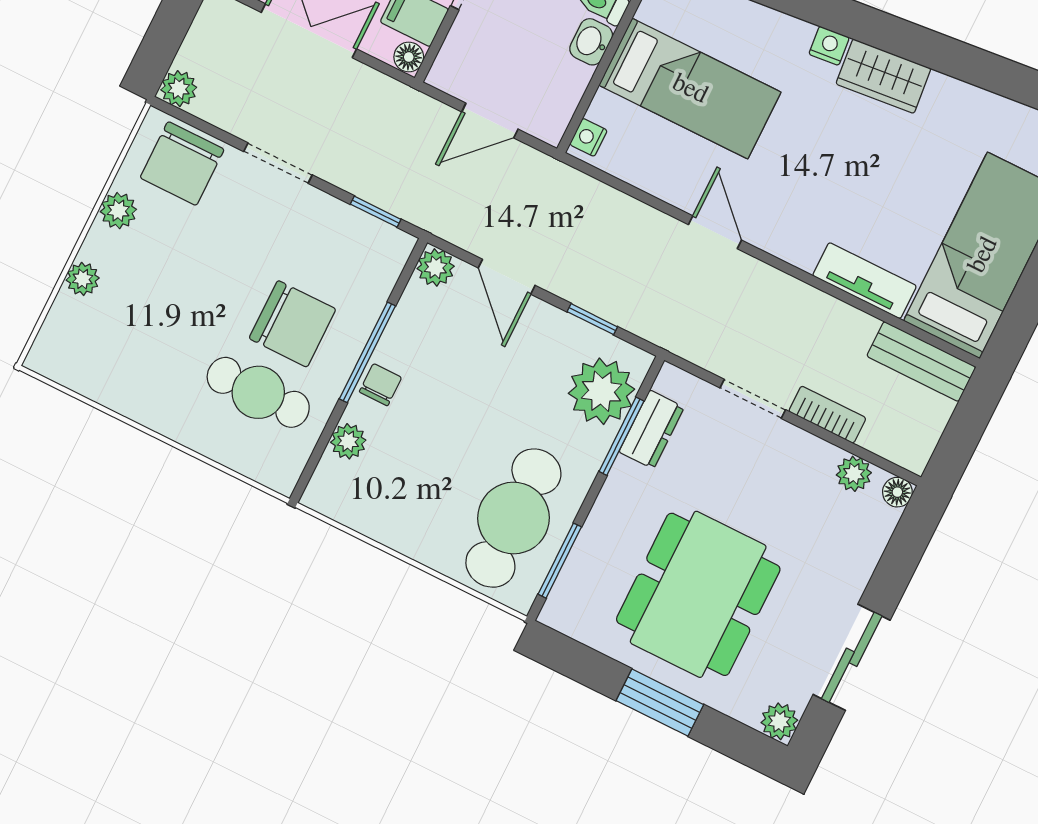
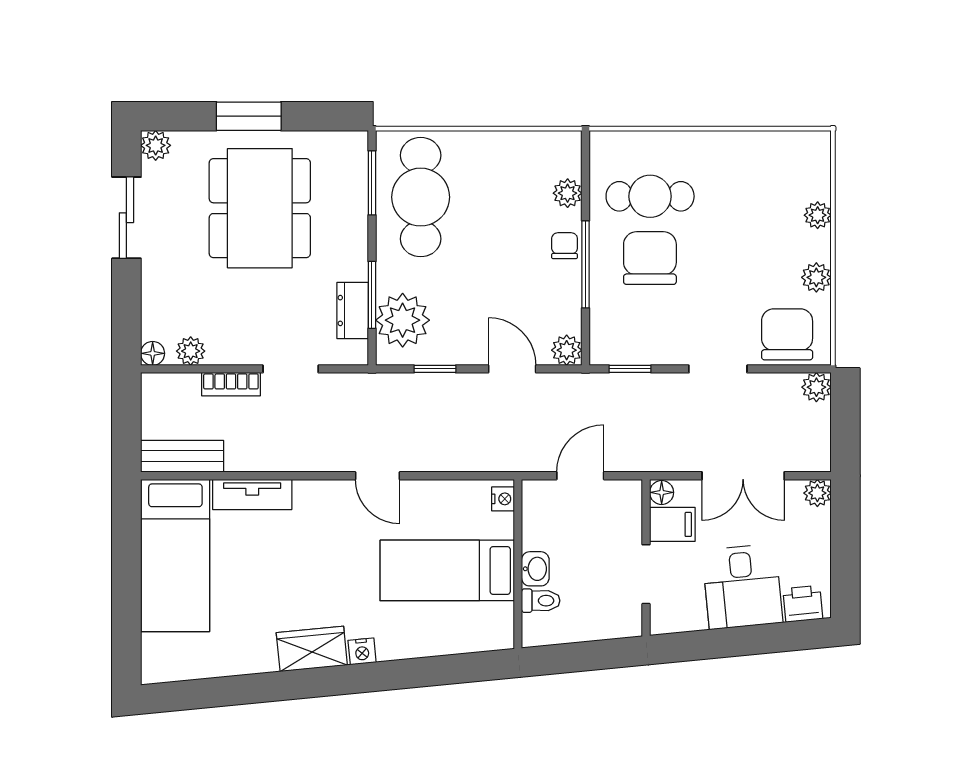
chair: (292, 324) -> (650, 258), turned 90
chair: (380, 385) -> (565, 246), turned 180

